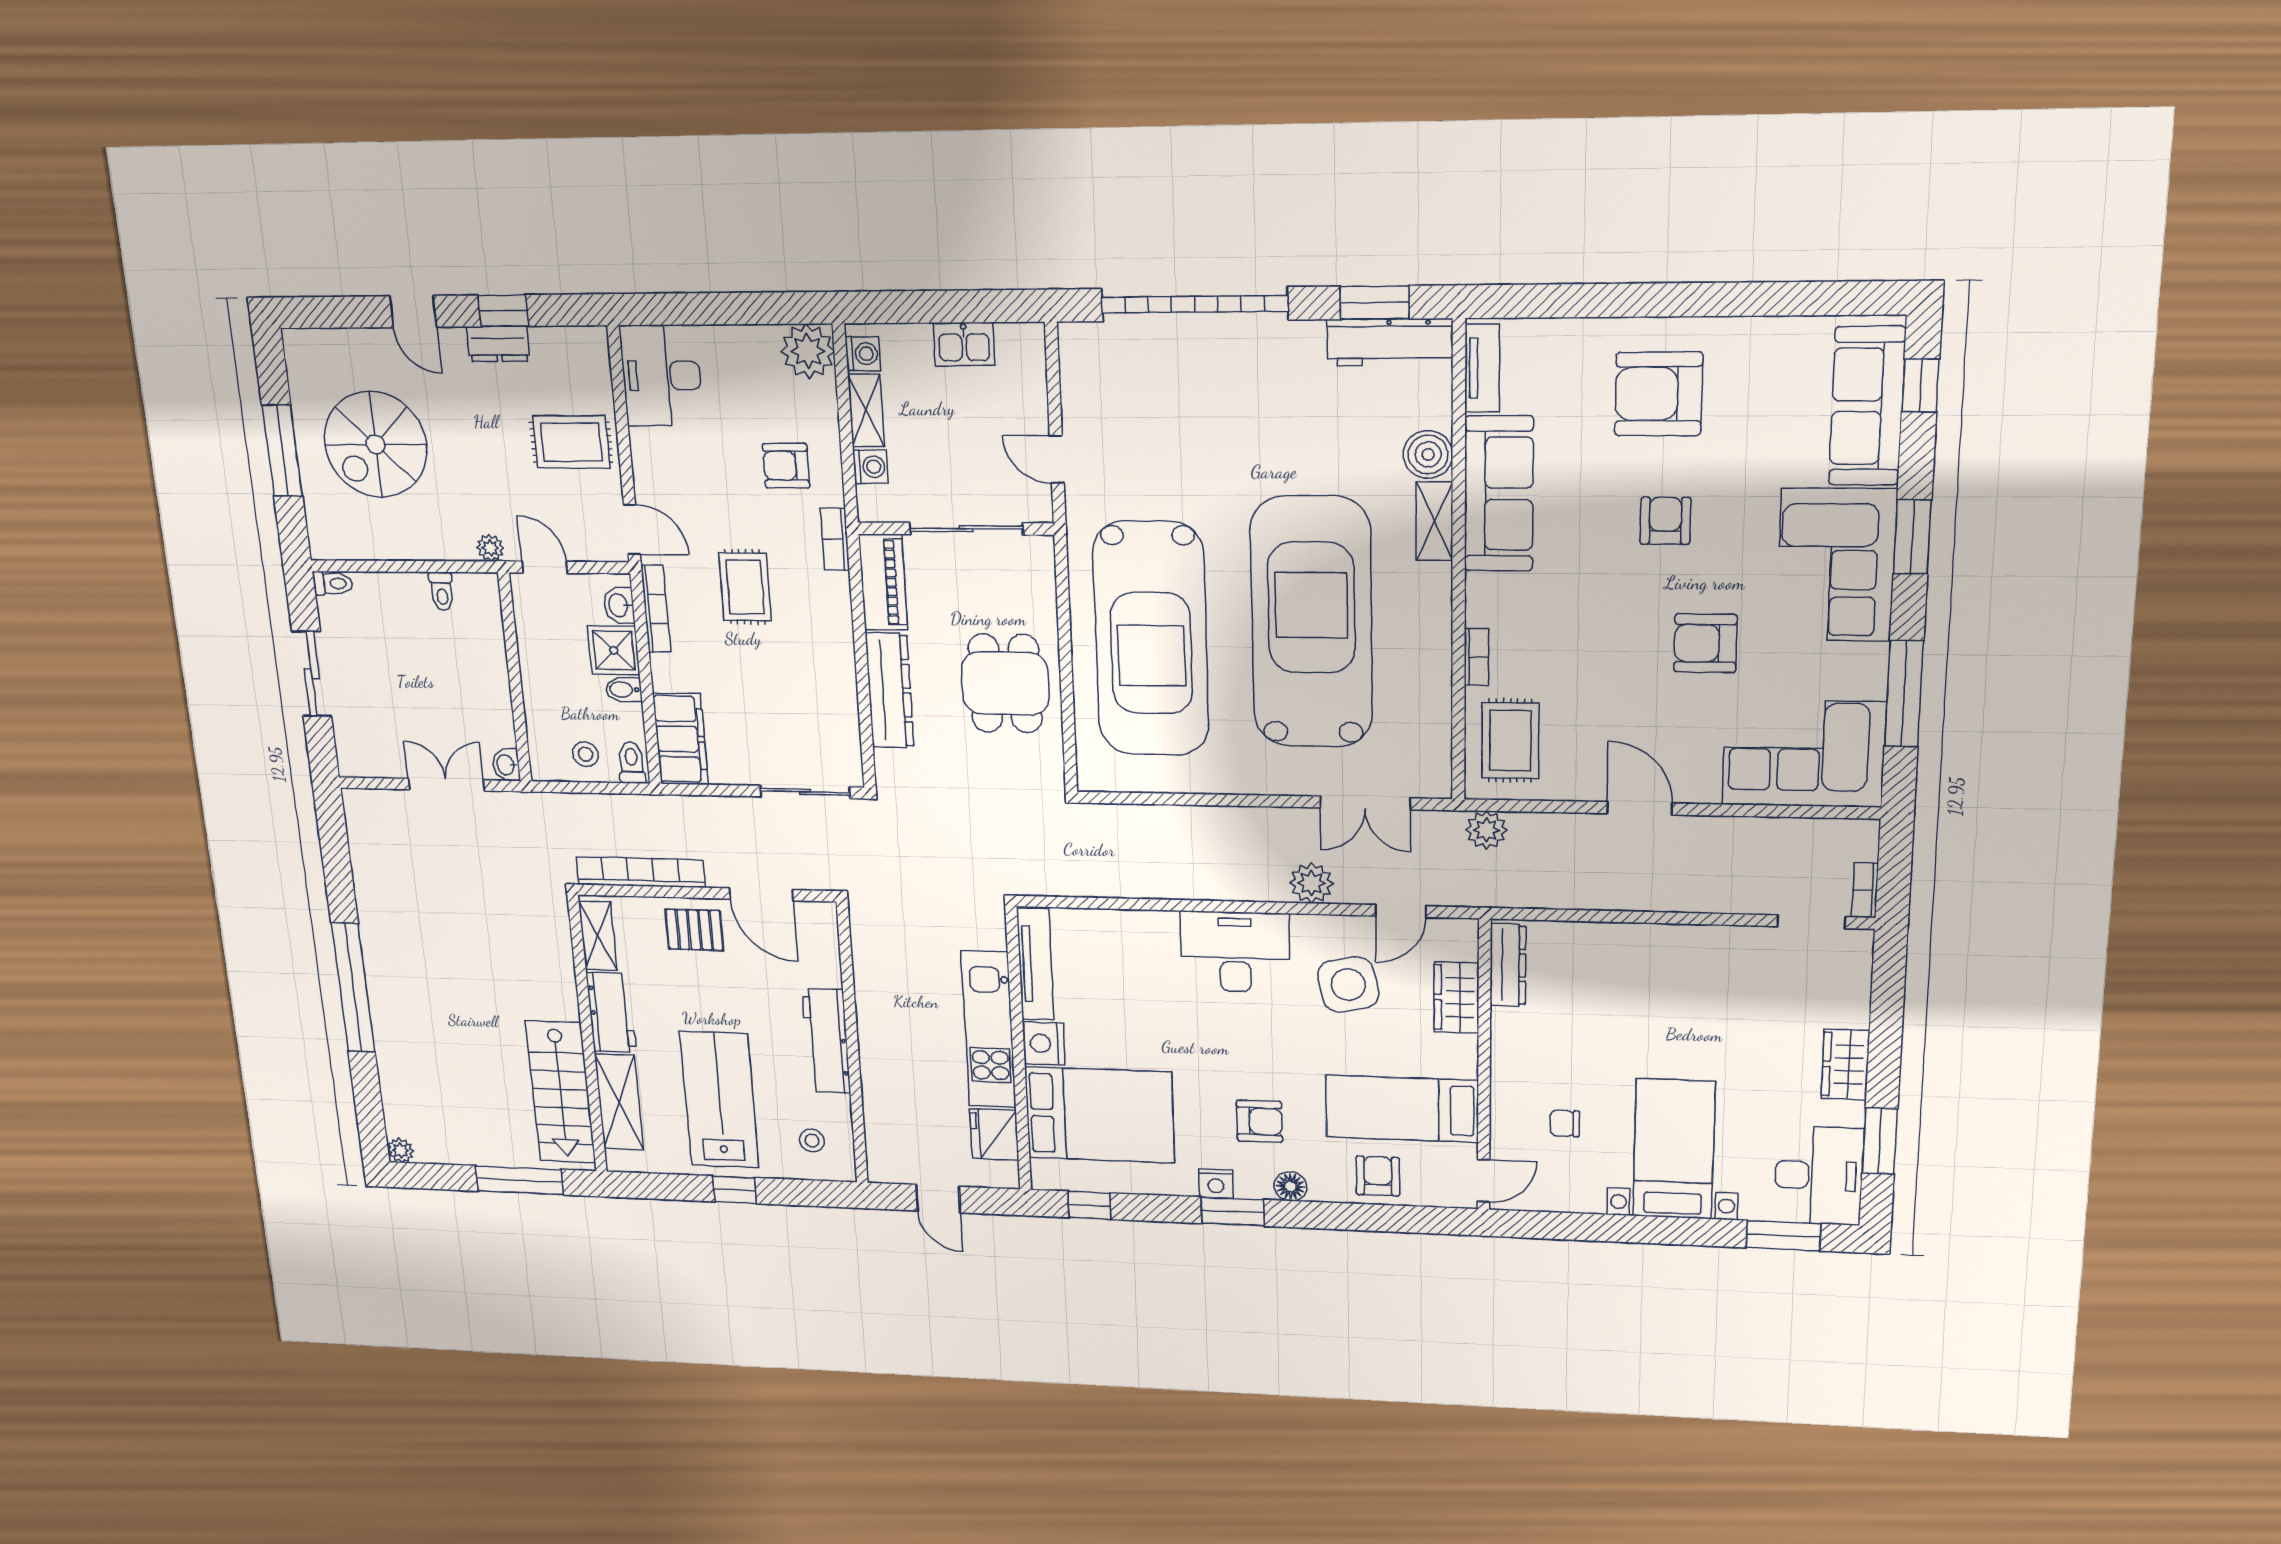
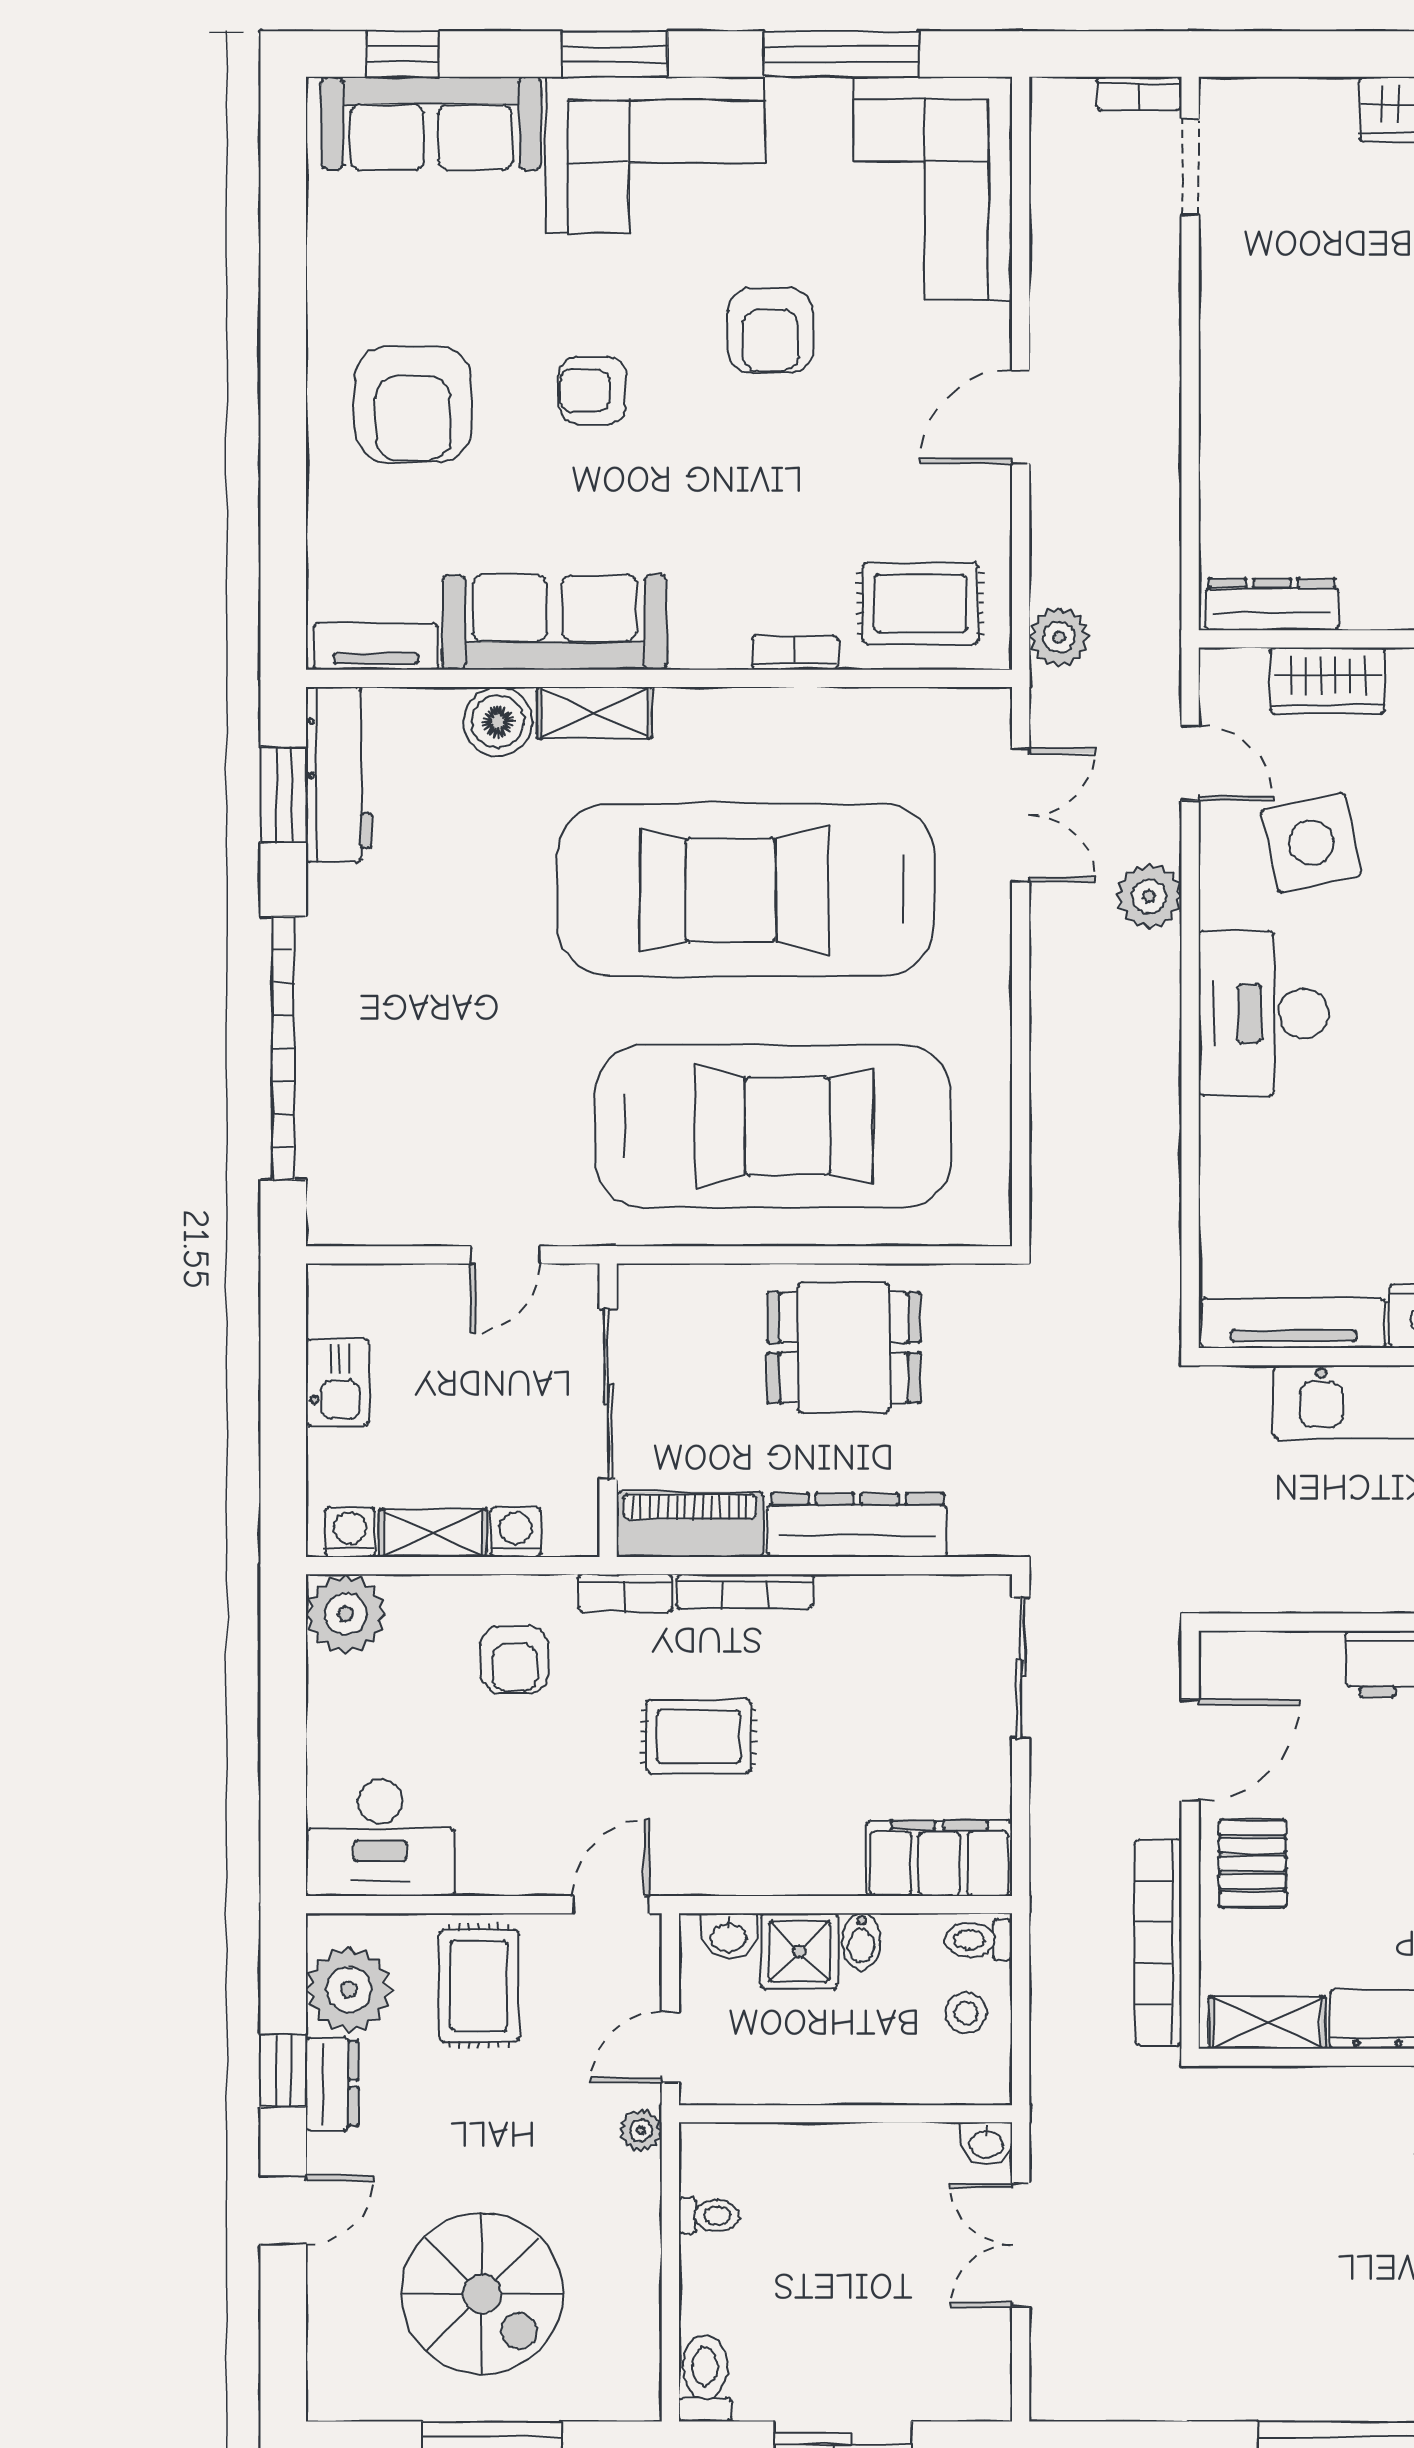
plant: (560, 355) -> (349, 1990), added
toilet: (333, 583) -> (705, 2379), width x1.37, depth x1.39
bookcase: (656, 609) -> (745, 1592), moved, turned 180

